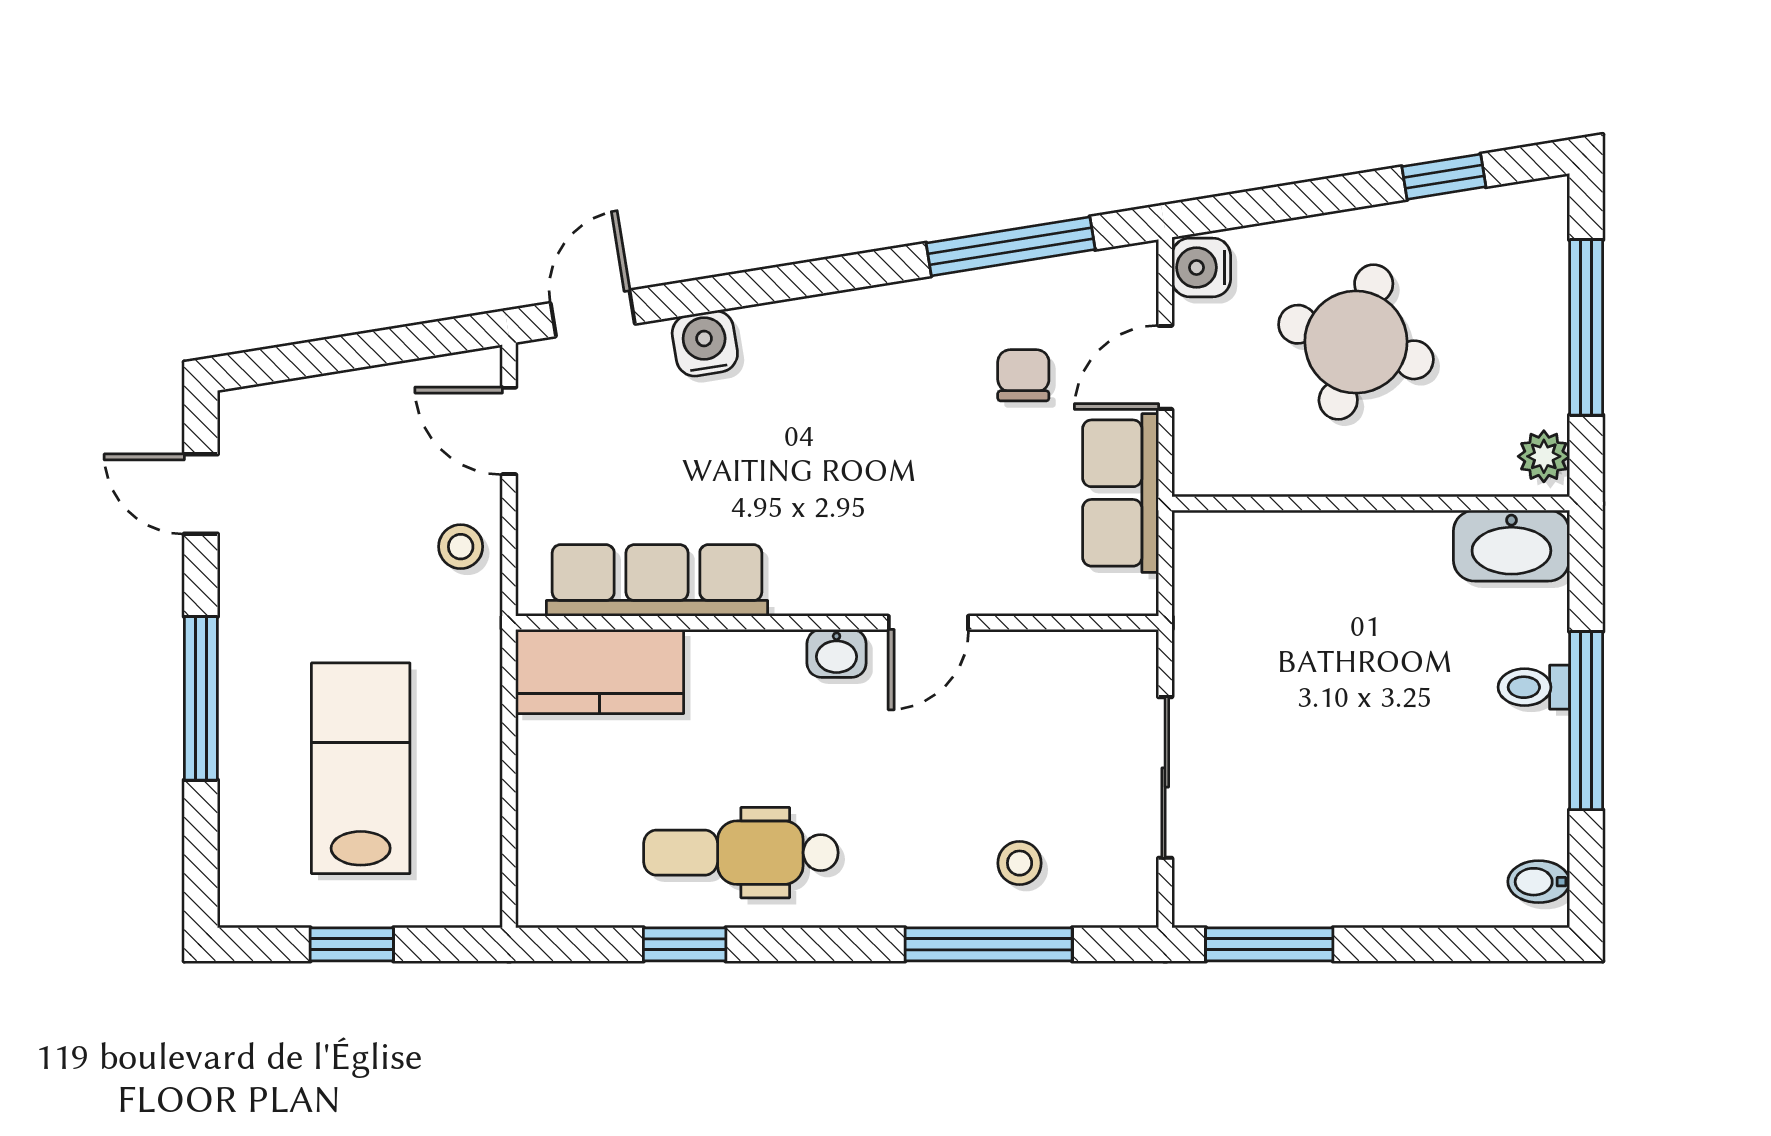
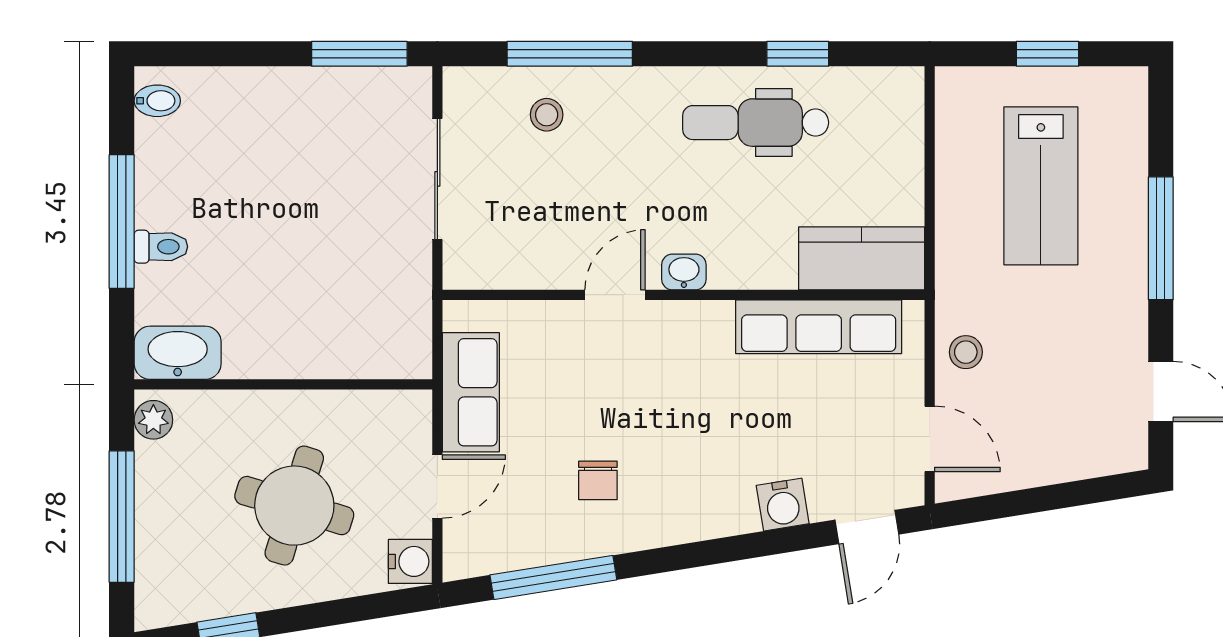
chair: (1023, 375) -> (598, 480), moved
dental chair: (741, 853) -> (756, 123), turned 180

